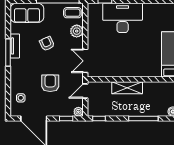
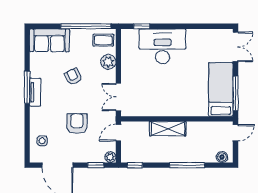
tv unit: (15, 46) -> (35, 92), moved

